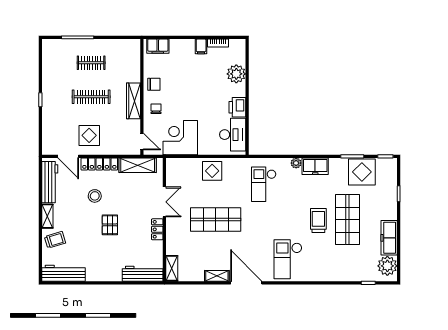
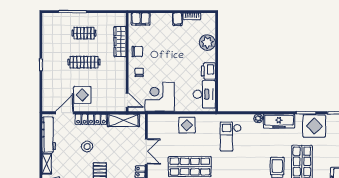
wardrobe: (133, 101) -> (120, 42), moved
door: (68, 156) -> (65, 113), swing flipped
freezer: (315, 166) -> (279, 121), width x1.40

